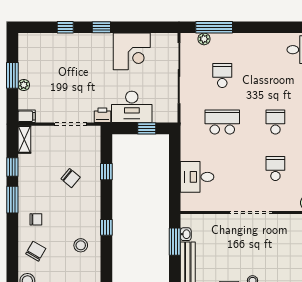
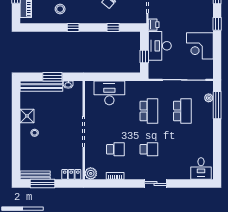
school desk: (222, 76) -> (182, 111), width x1.85
desk: (197, 177) -> (109, 93), width x1.37
window: (175, 242) -> (52, 77), moved

